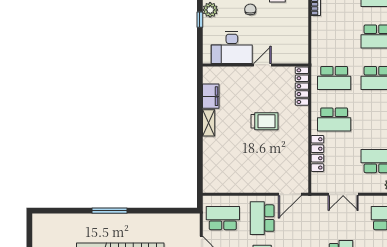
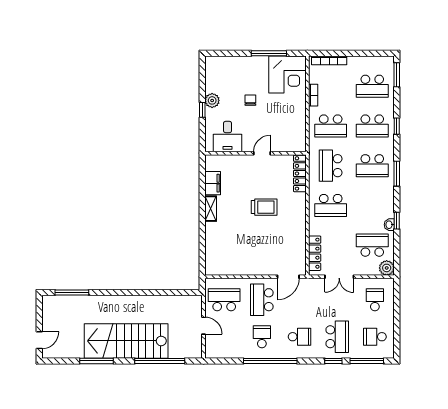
school desk: (334, 36) -> (331, 126), added
desk: (232, 48) -> (228, 137), width x0.73
school desk: (334, 78) -> (331, 166), turned 90
locker: (317, 153) -> (315, 253), moved
window: (109, 211) -> (72, 293), moved

